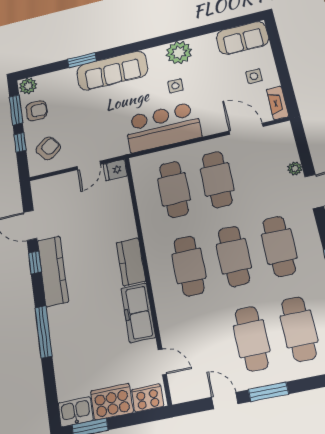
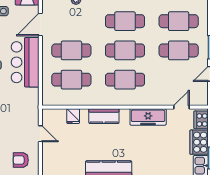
bar counter: (163, 127) -> (25, 62), moved
armchair: (48, 148) -> (21, 160), turned -52
fridge: (115, 170) -> (73, 116), moved
kitchen counter: (131, 262) -> (104, 116), moved

